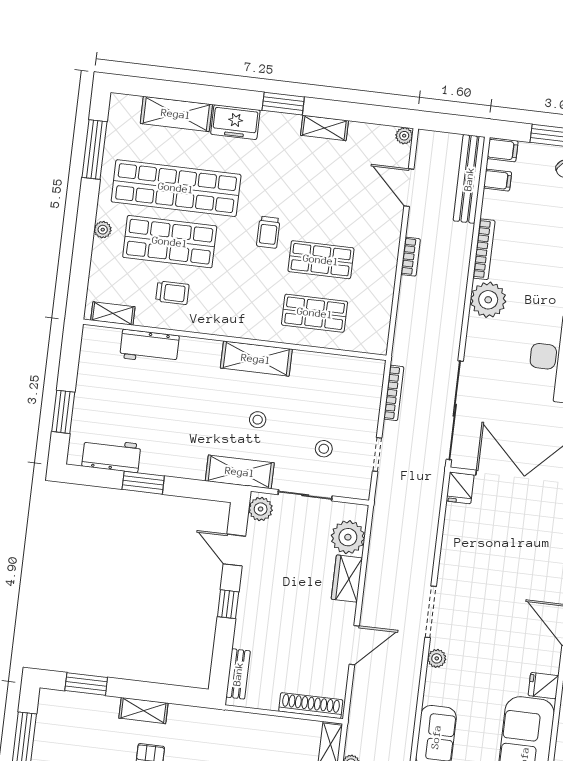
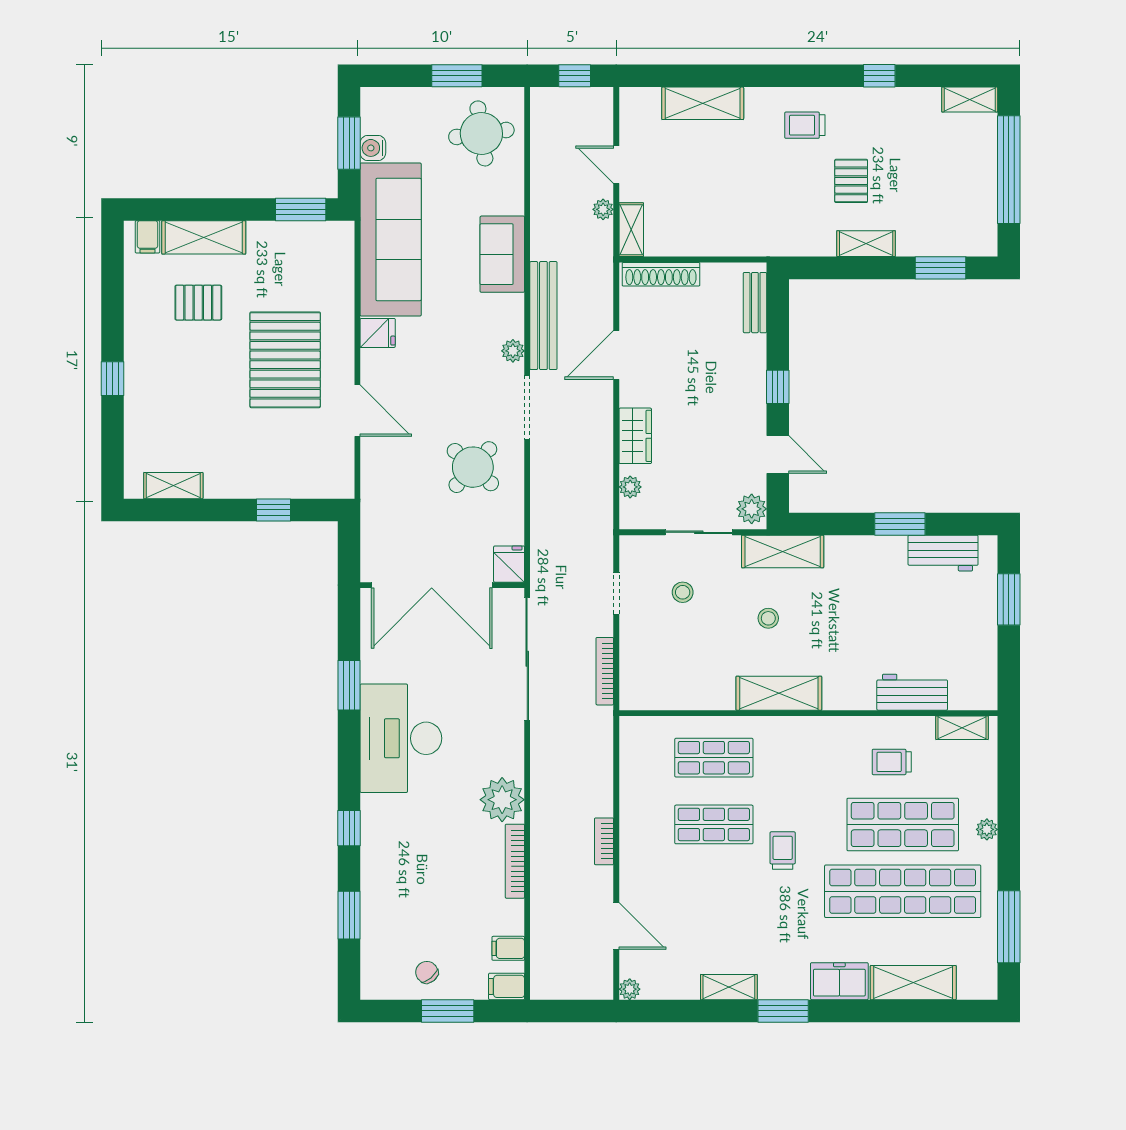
bench: (469, 179) -> (543, 316), moved
plant: (348, 537) -> (630, 487), width x0.53, depth x0.53
round table: (480, 569) -> (473, 467), added

